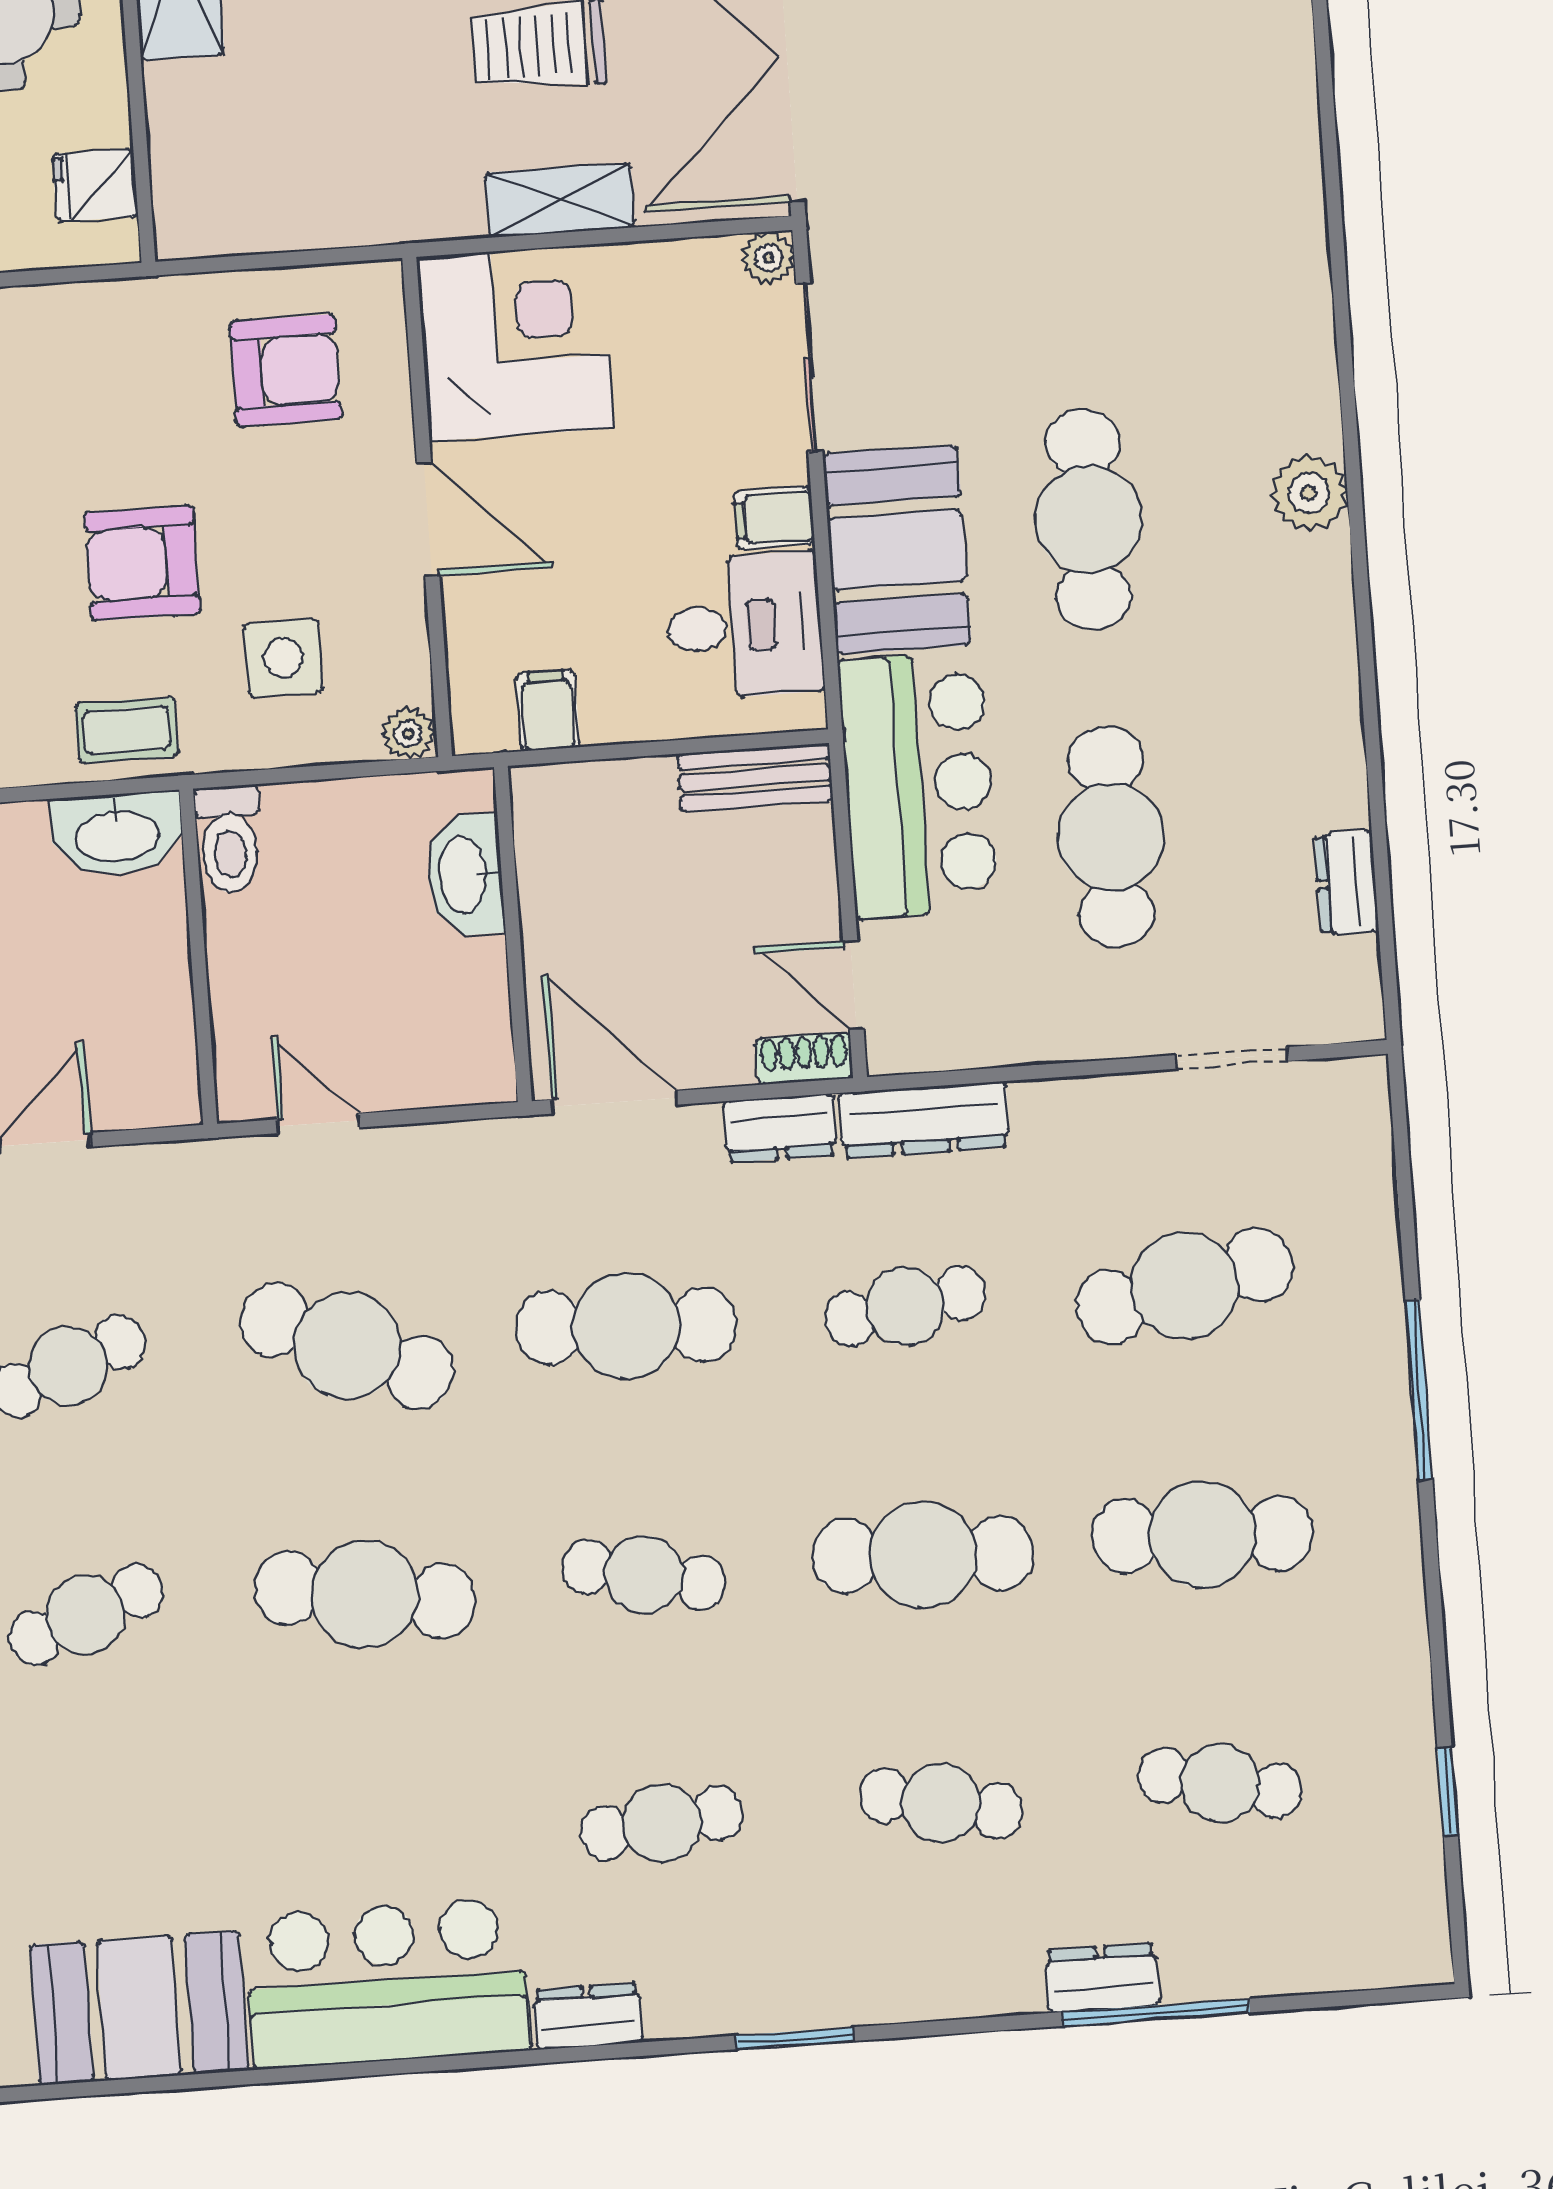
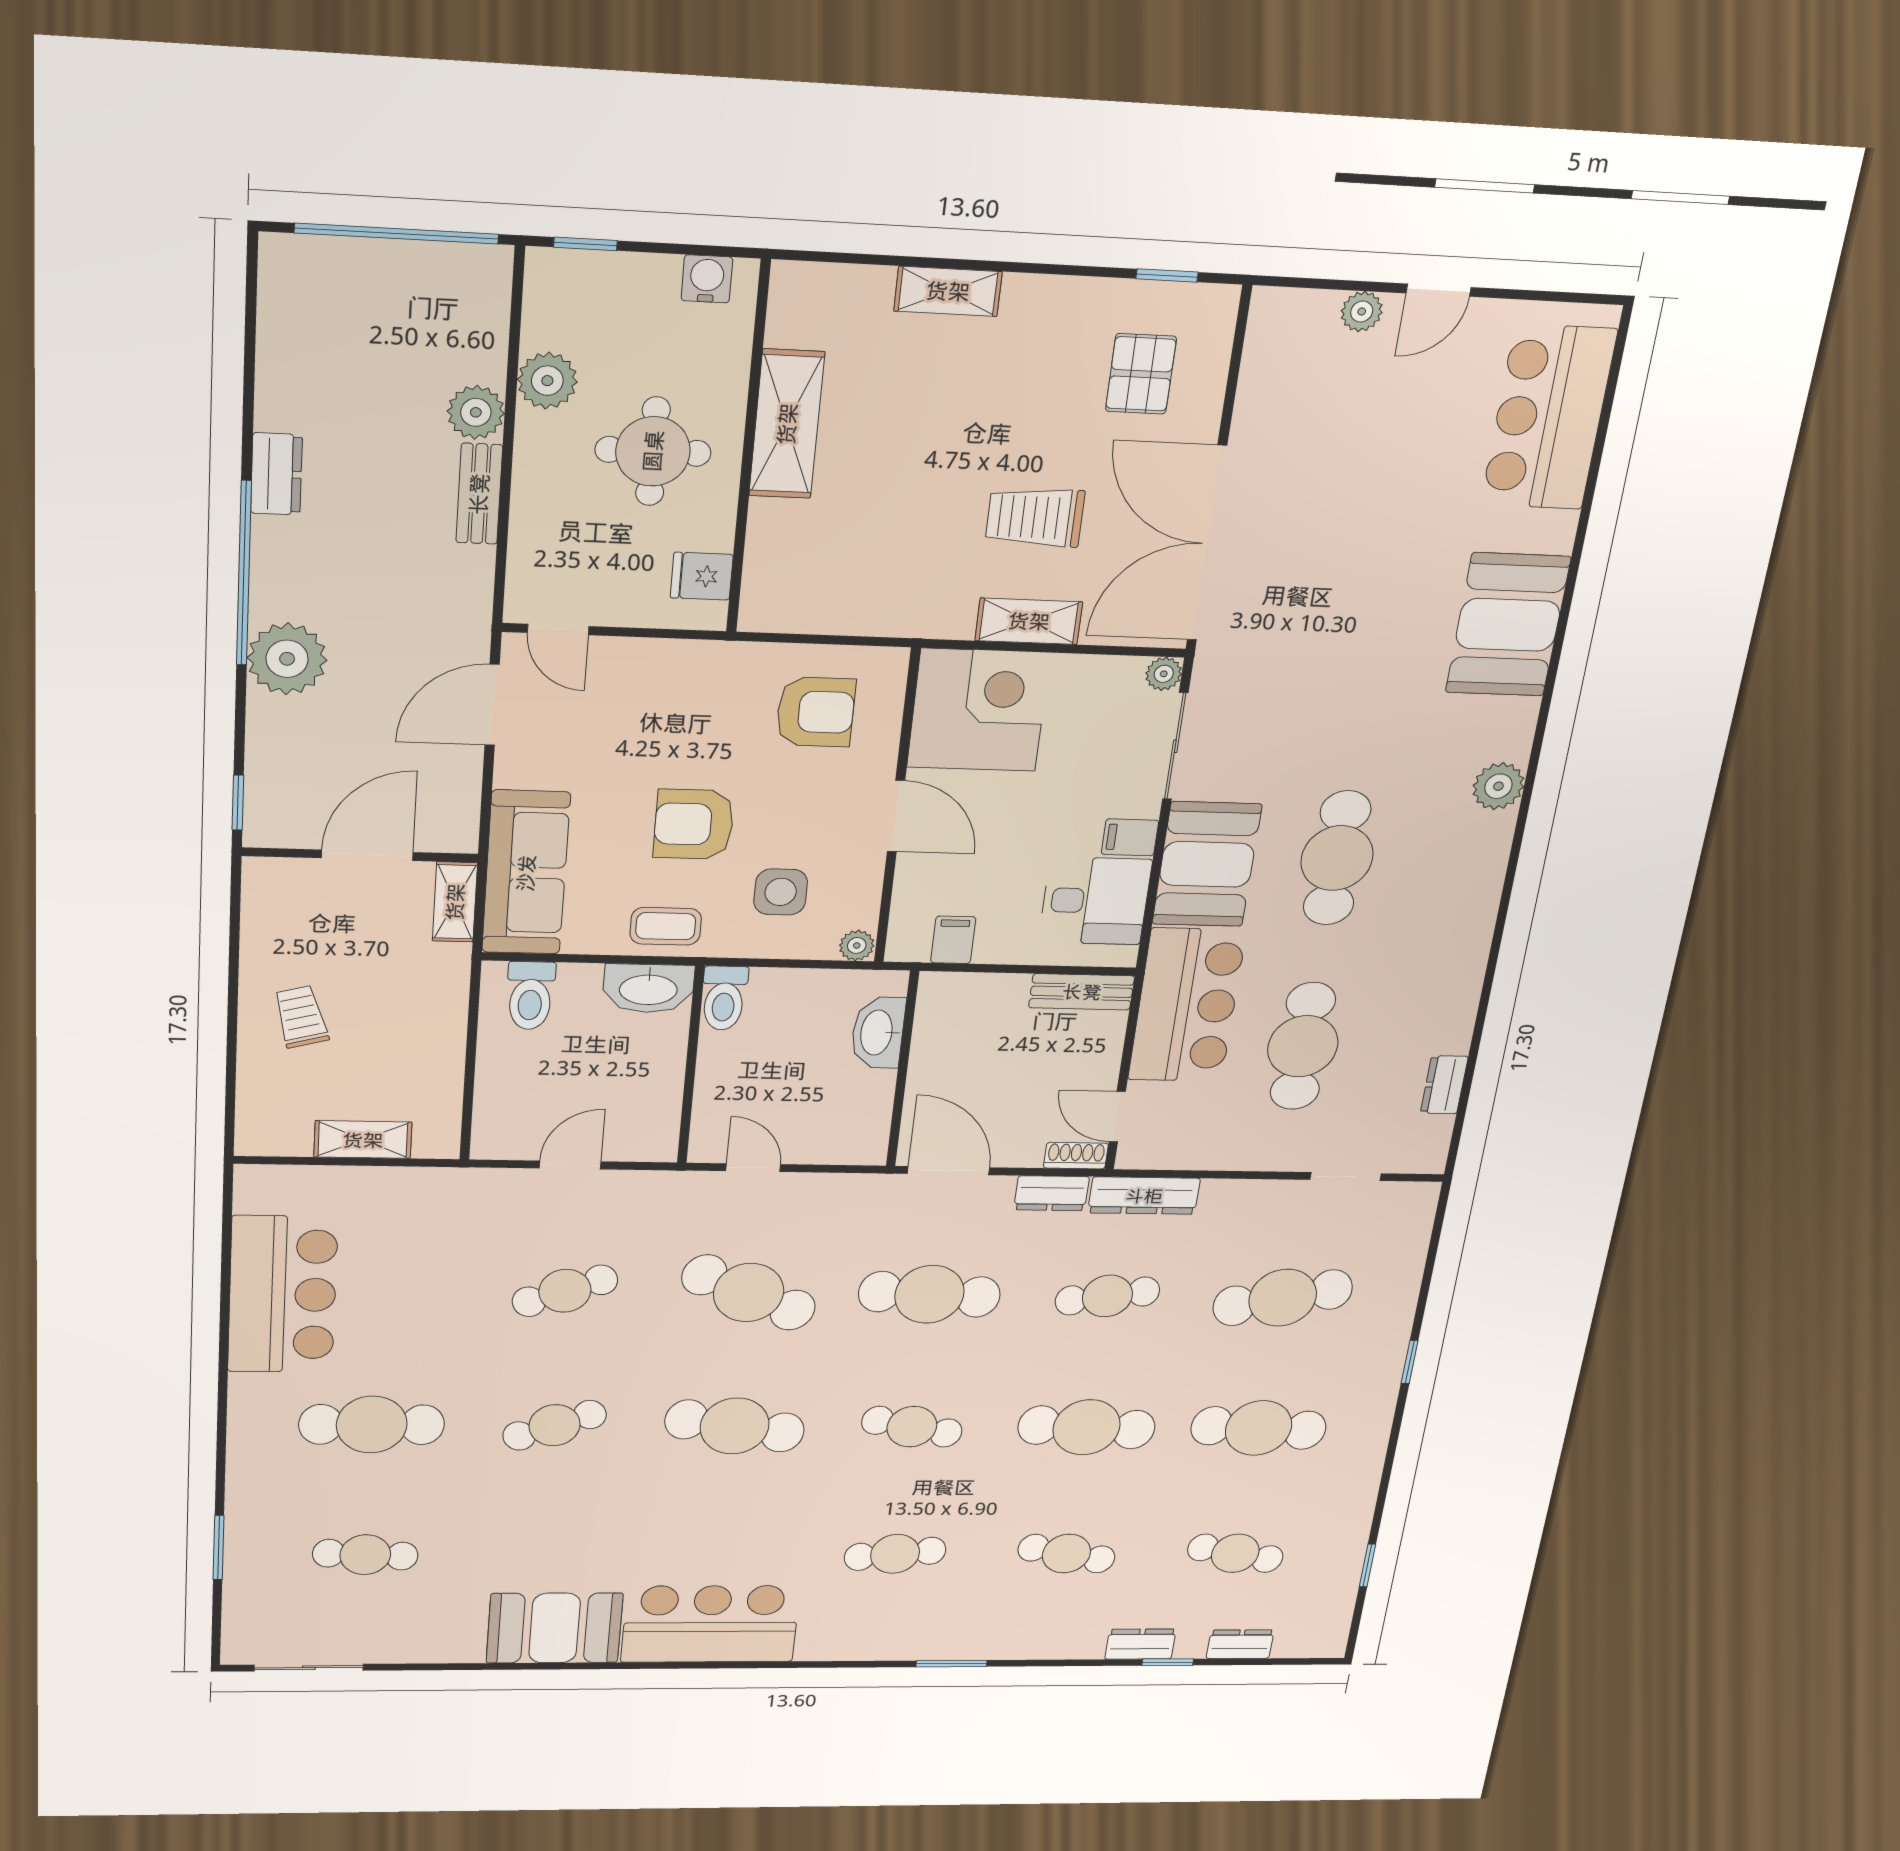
booth: (1248, 127) -> (1508, 625), added
plant: (1309, 493) -> (1498, 786), moved
window: (1419, 1390) -> (1410, 1362), width x0.46
window: (1156, 2012) -> (1168, 1662), width x0.46
dresser: (588, 2016) -> (1240, 1644), moved

